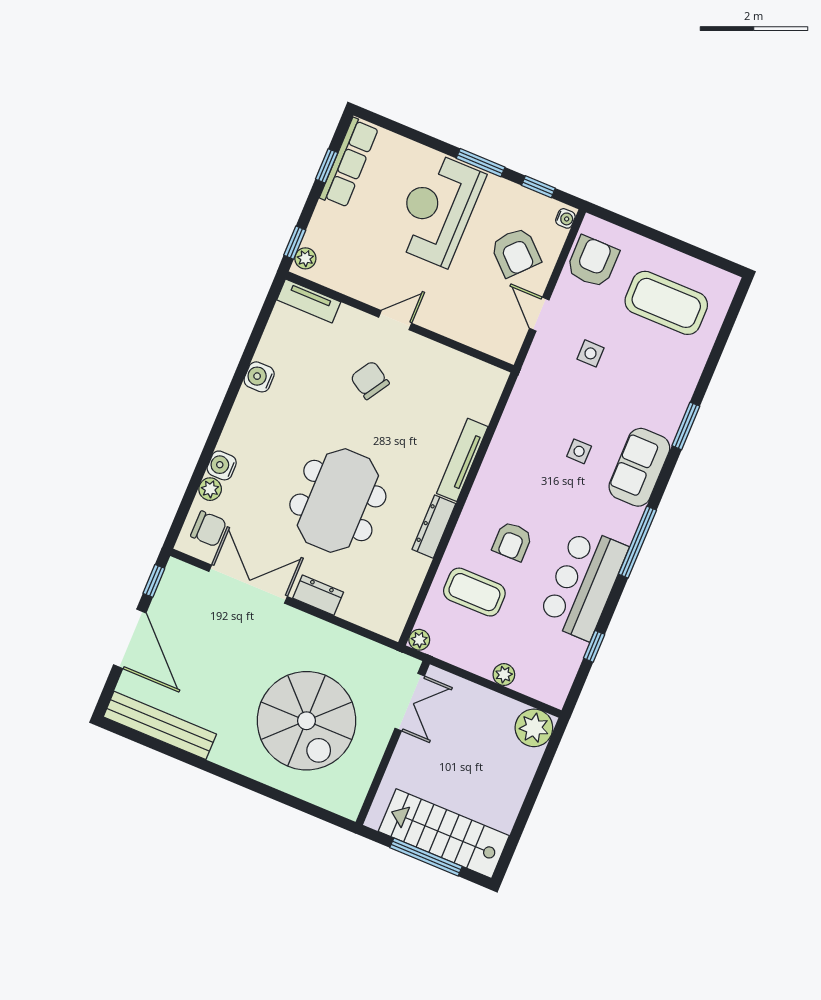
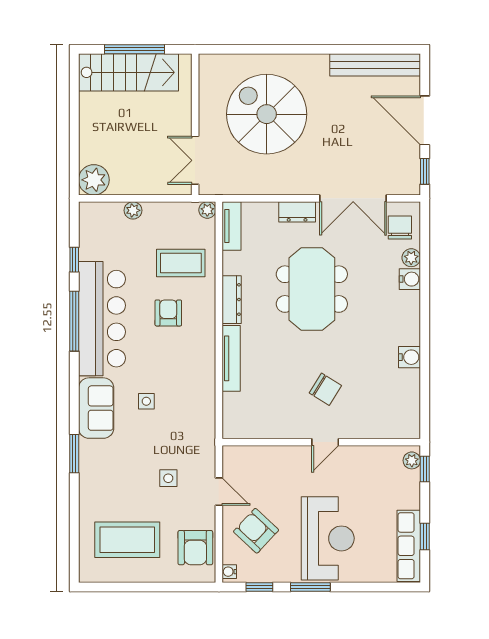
tv unit: (309, 301) -> (232, 226), moved, turned 90
chair: (209, 529) -> (400, 227), turned 90
window: (637, 542) -> (74, 321), moved
bar counter: (583, 584) -> (102, 319), width x1.36

